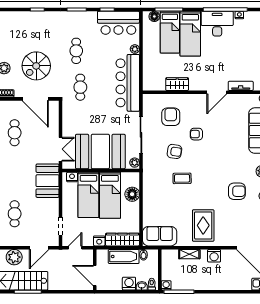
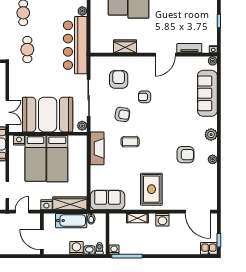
fireplace: (149, 185) -> (97, 148), added
floor lamp: (132, 194) -> (80, 158), removed

